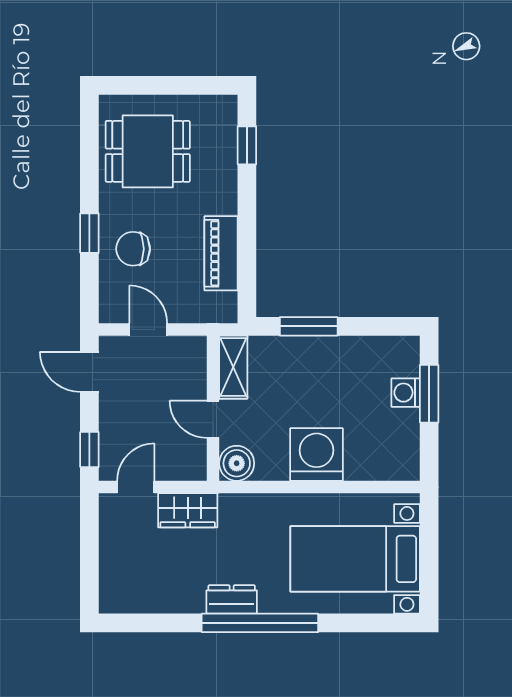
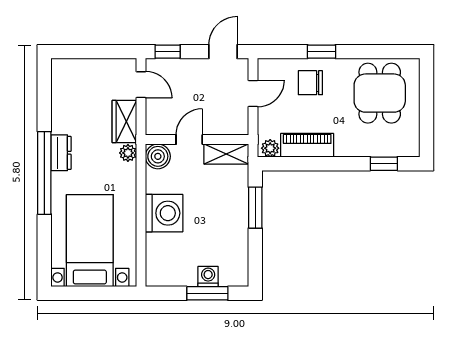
chair: (133, 249) -> (310, 83), turned -90
plant: (225, 305) -> (270, 148), added
plant: (232, 505) -> (128, 153), added

